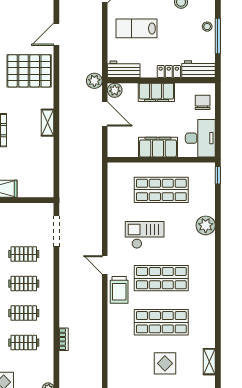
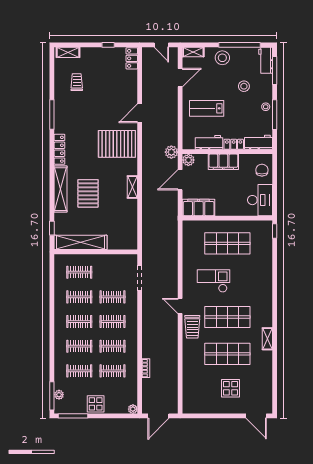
workbench: (124, 69) -> (209, 142), moved
door: (105, 114) -> (180, 180), swing flipped
filing cabinet: (158, 147) -> (199, 207), moved
plant: (206, 225) -> (264, 273), removed
shelving: (209, 362) -> (267, 339), moved

